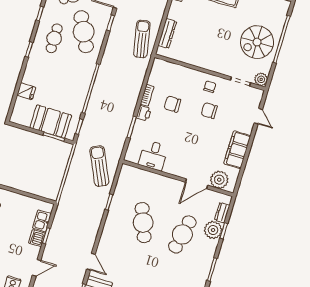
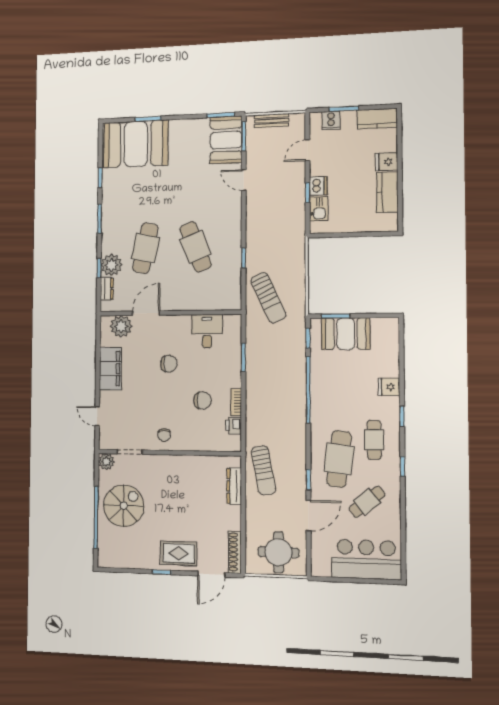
cafe table: (84, 32) -> (339, 459), turned 33
fridge: (26, 91) -> (389, 387), moved
chair: (209, 111) -> (169, 364), moved
printer: (144, 113) -> (234, 425), moved

